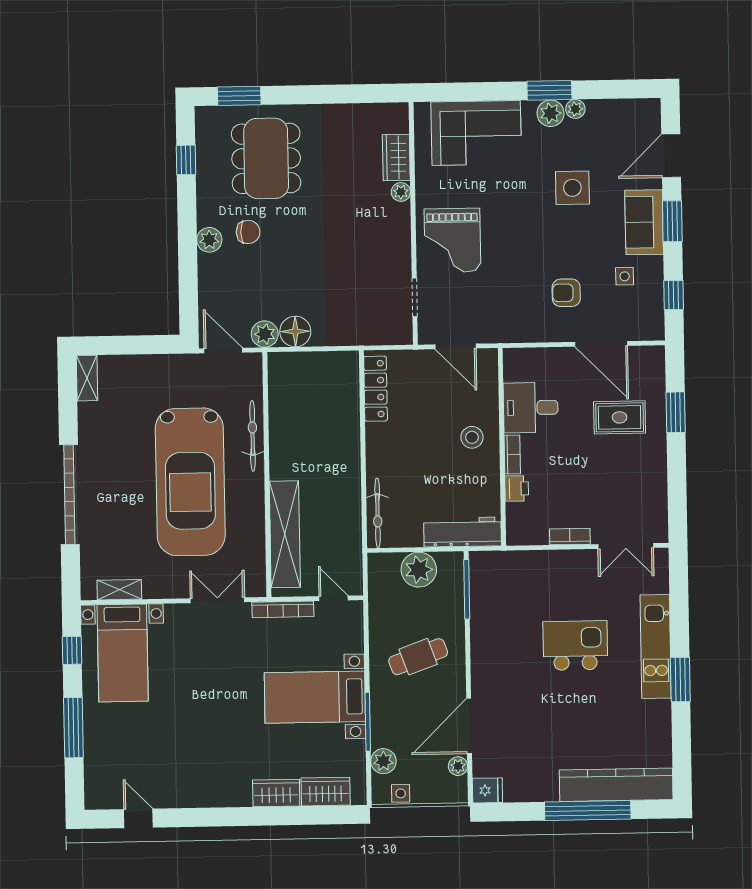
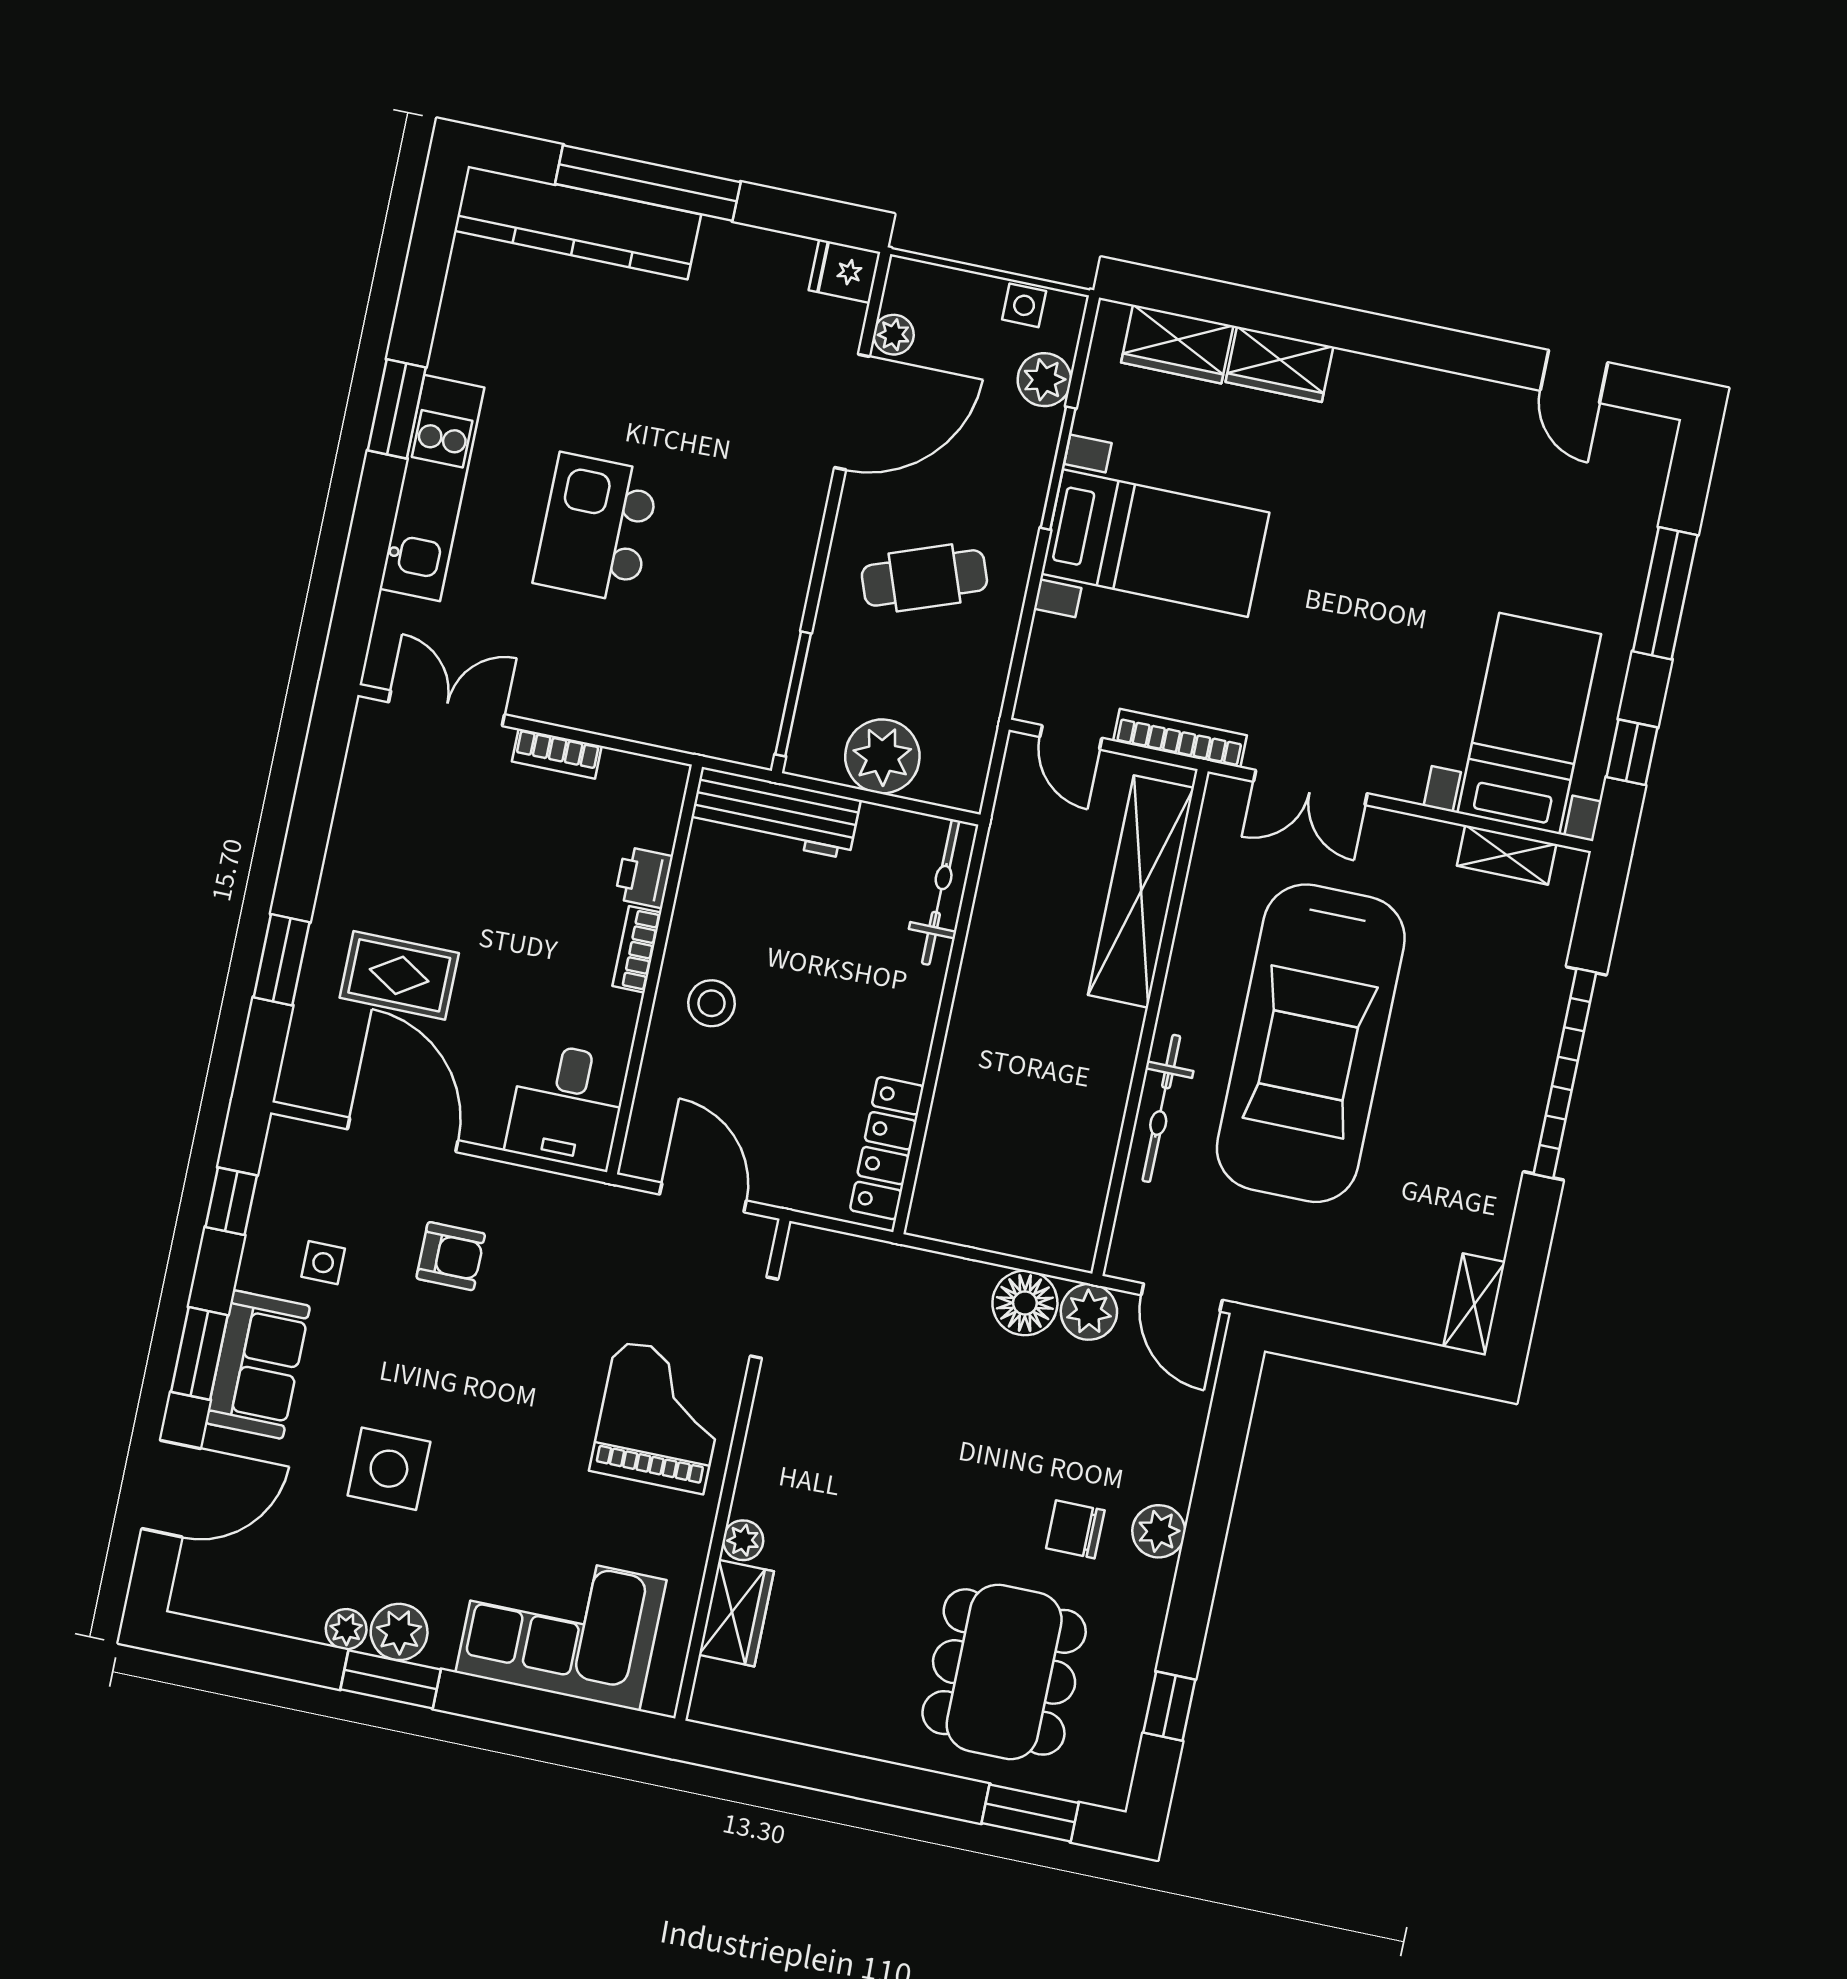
desk: (531, 408) -> (567, 1106), moved, turned 90
car: (190, 482) -> (1311, 1043), turned 180
kitchen island: (575, 645) -> (596, 528), turned 90

